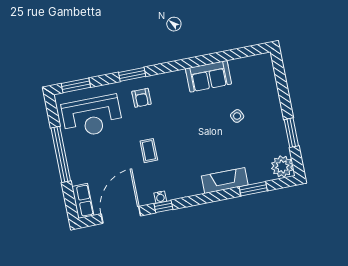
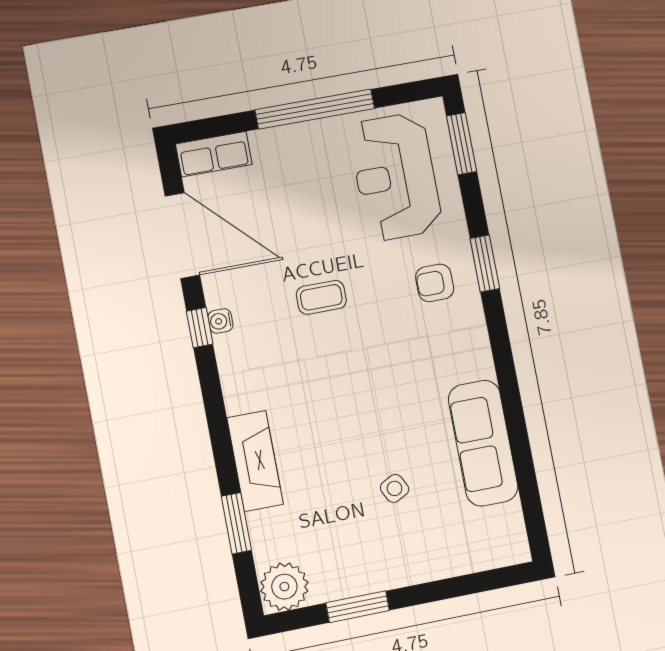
sofa: (208, 76) -> (483, 443), width x1.36

